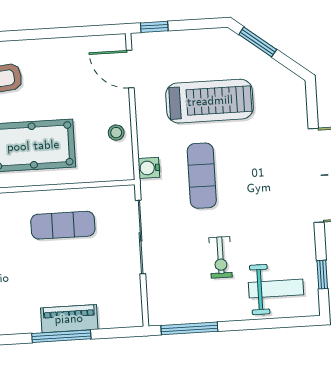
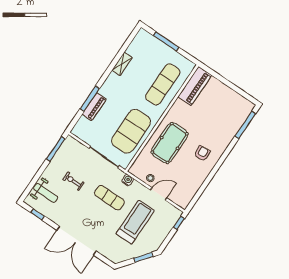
door: (130, 69) -> (159, 194), moved
treadmill: (210, 101) -> (135, 222), turned 180
exercise mat: (63, 225) -> (131, 131), width x2.00, depth x1.45
weight bench: (276, 289) -> (46, 193), turned -90

